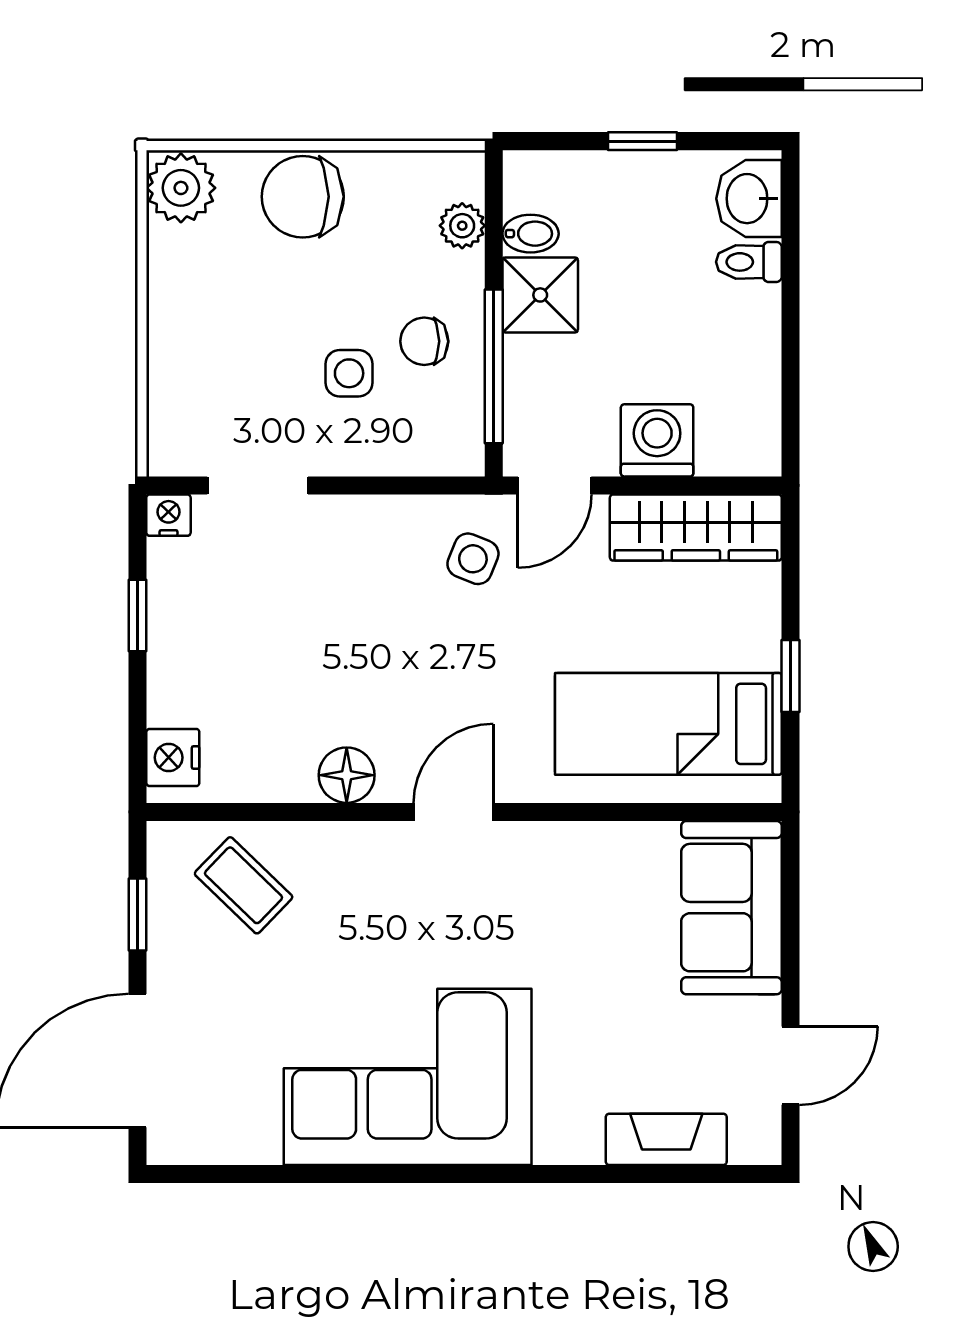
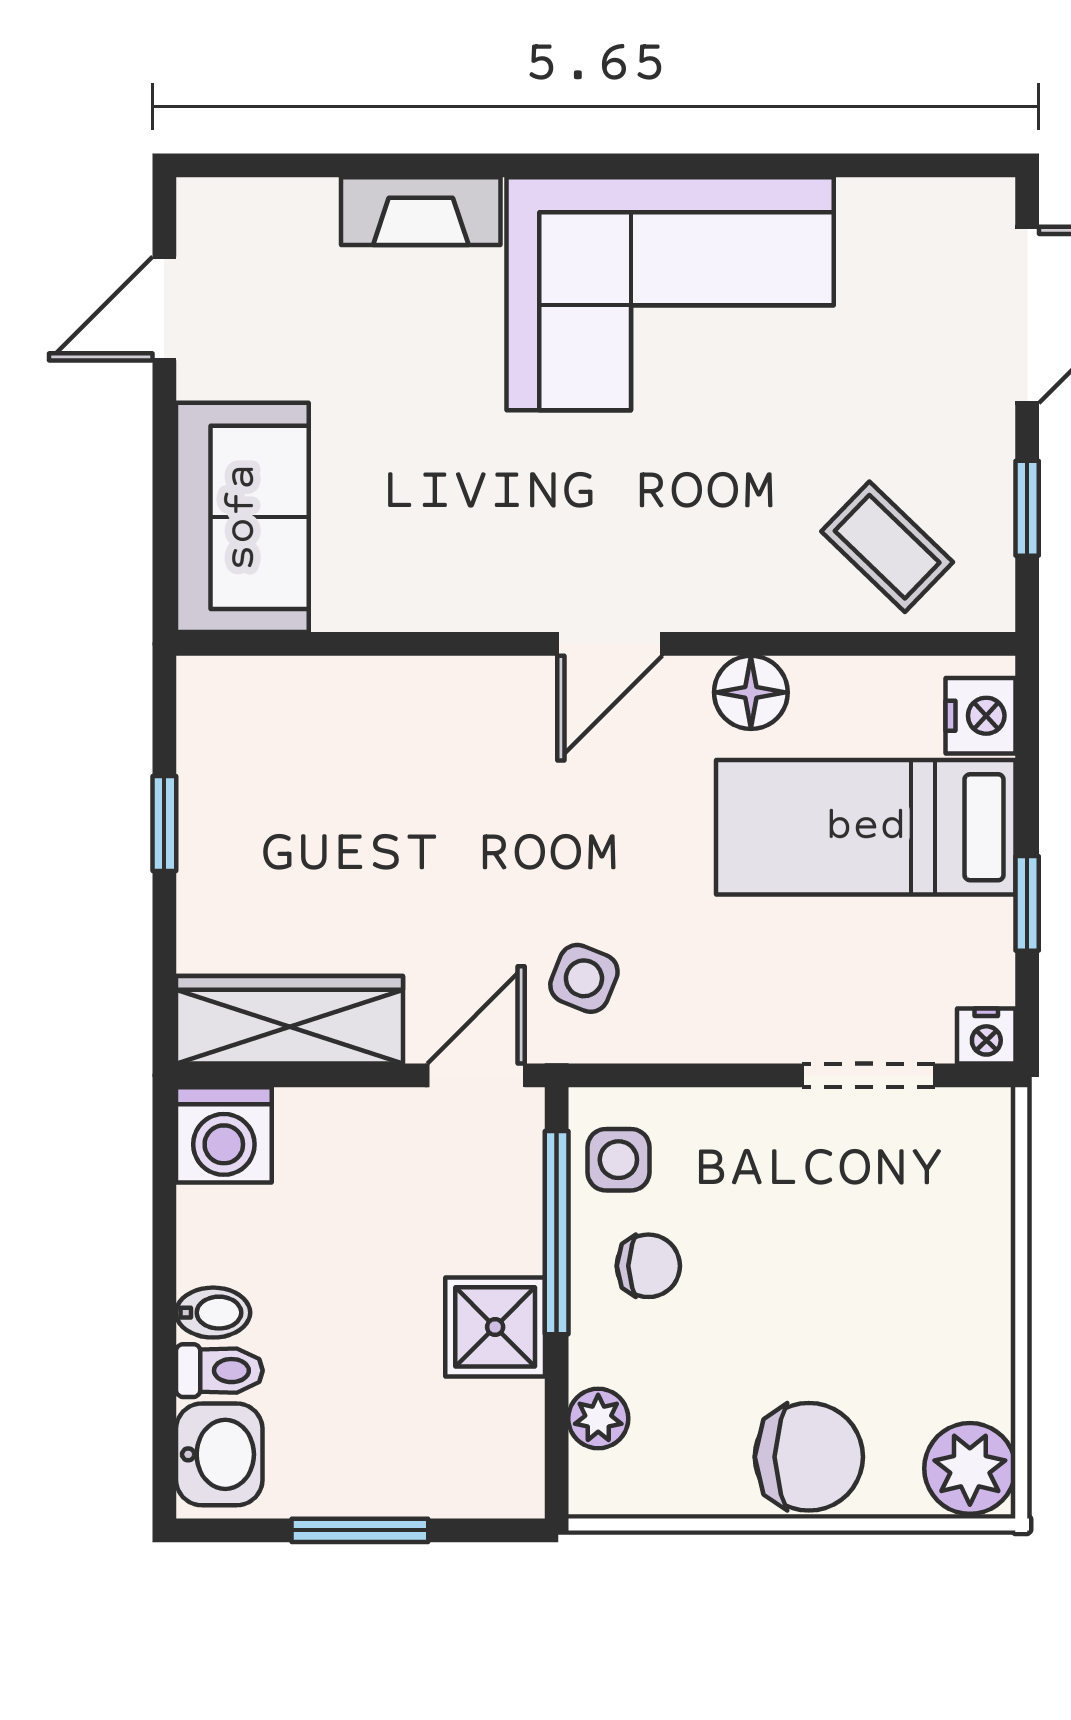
window: (643, 141) -> (360, 1530), width x1.50
bidet: (531, 234) -> (213, 1313), moved, turned 180
side table: (349, 373) -> (618, 1160), moved
washing machine: (657, 440) -> (224, 1135), moved
bed: (668, 724) -> (866, 827), moved, turned 180
fireplace: (666, 1139) -> (421, 211), moved

